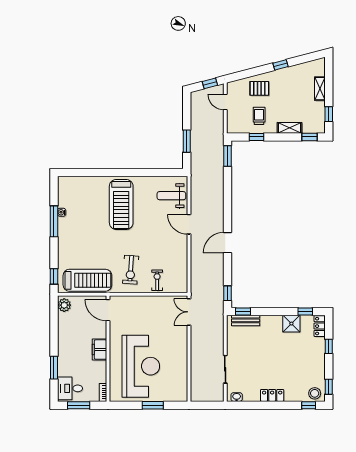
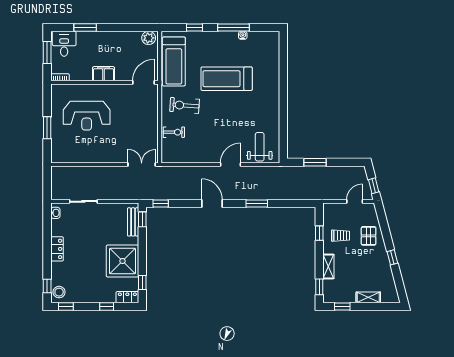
window: (227, 156) -> (257, 203), moved
treadmill: (121, 204) -> (227, 79), moved
window: (54, 276) -> (194, 27), moved
shower: (291, 324) -> (122, 261), width x1.86, depth x1.86
reception desk: (141, 366) -> (87, 116), width x0.74, depth x0.77

